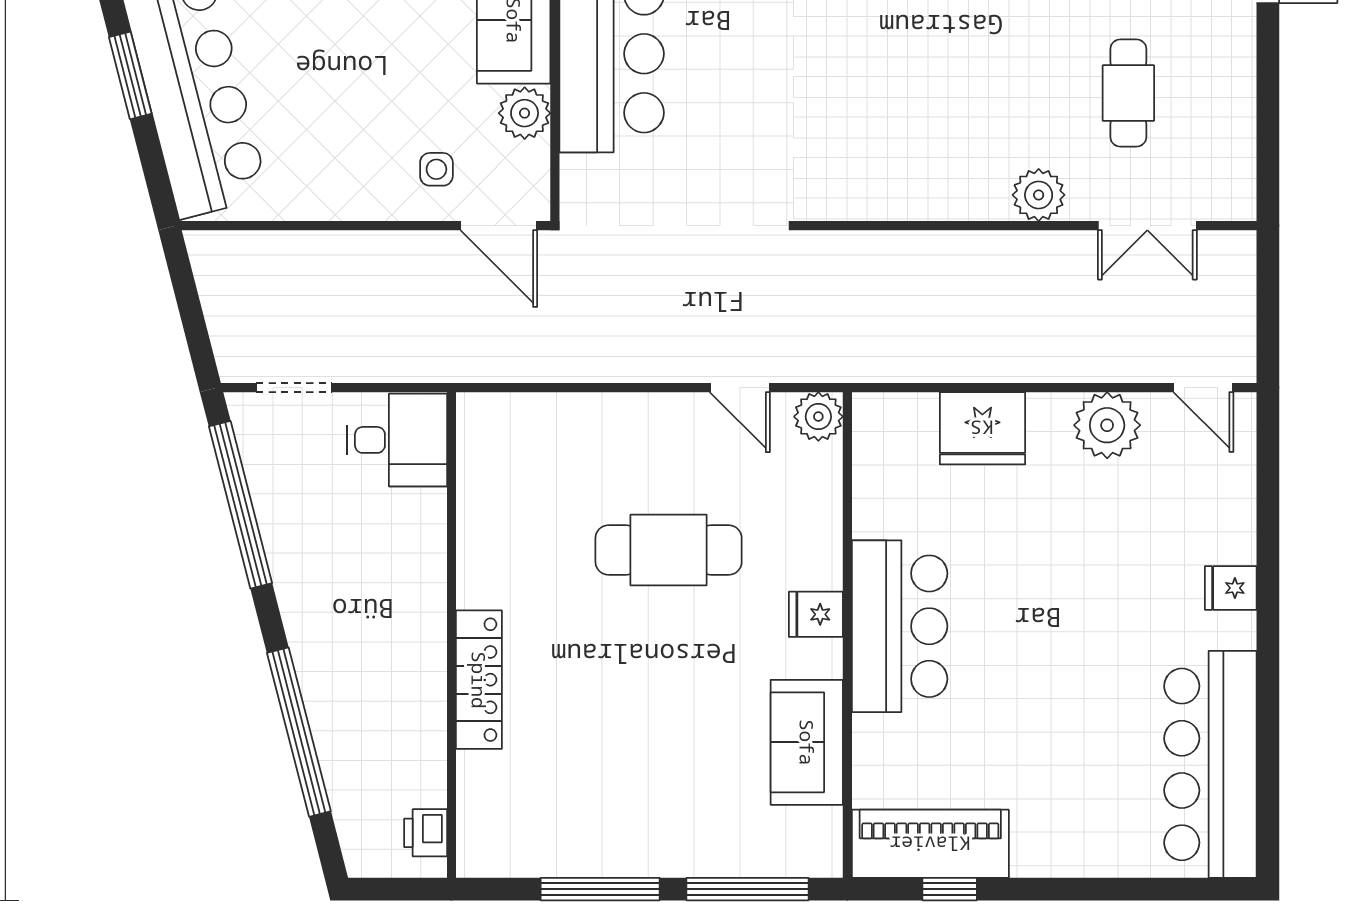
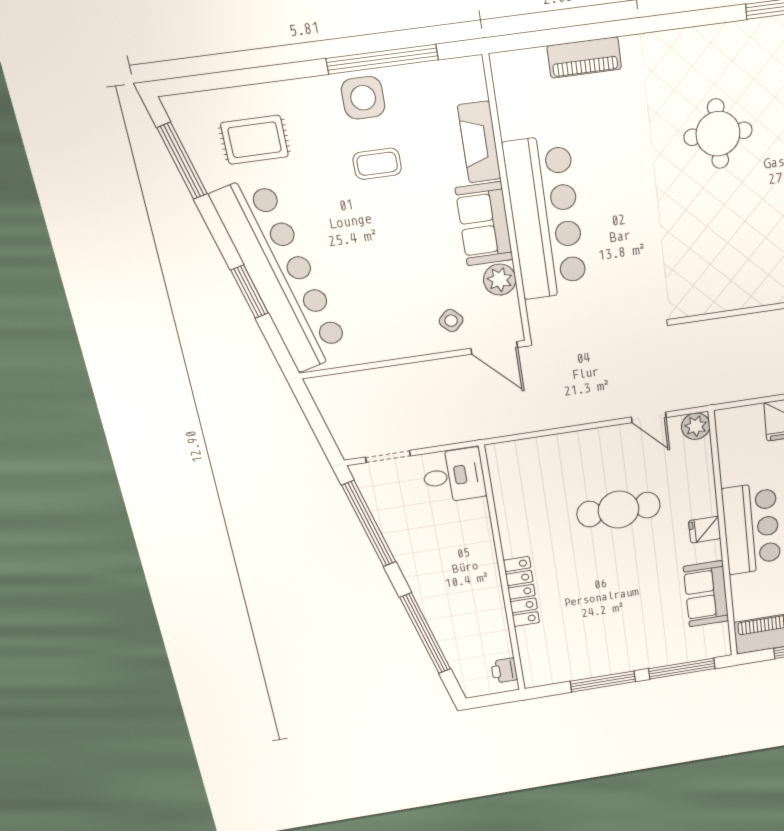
side table: (436, 169) -> (451, 321), turned 45

